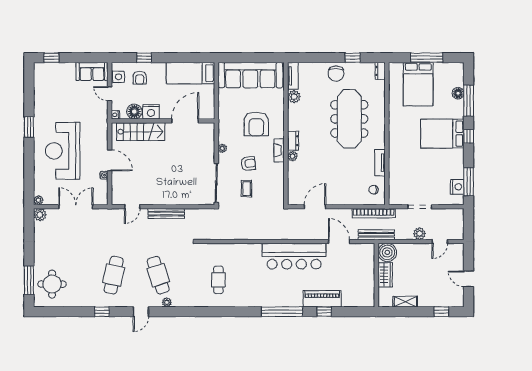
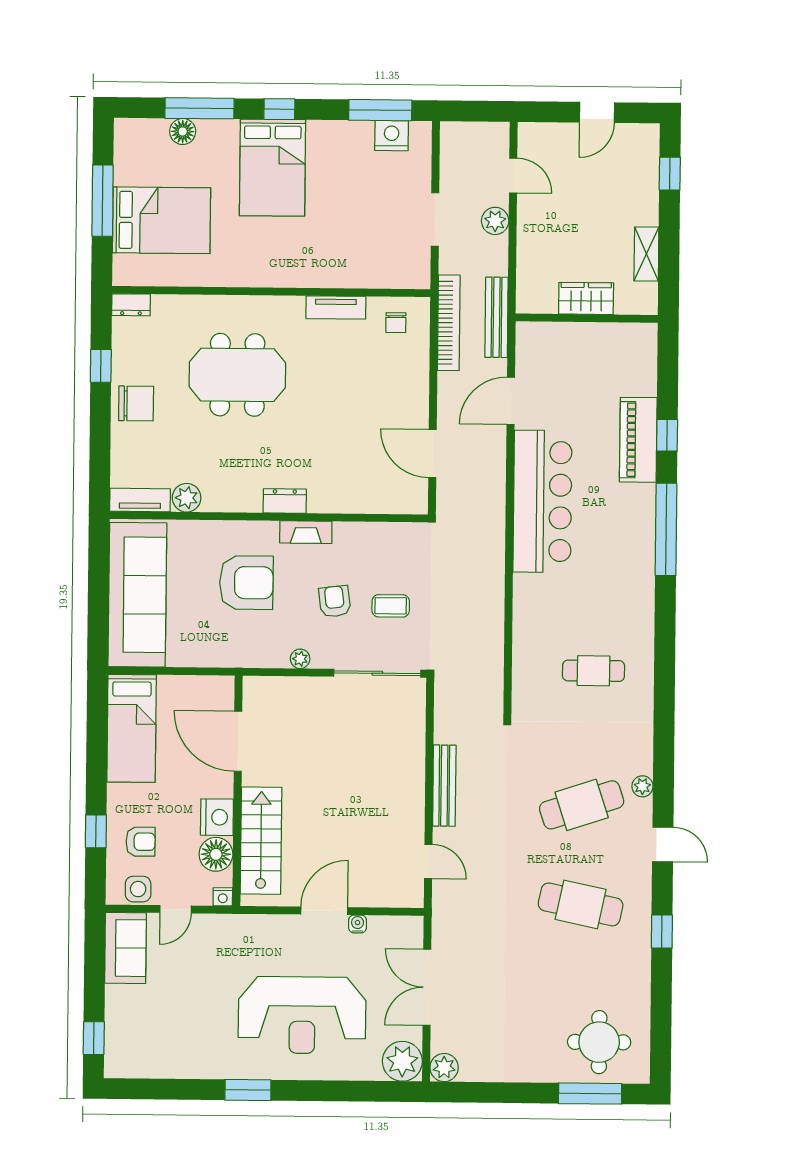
meeting table: (349, 119) -> (237, 375), width x0.73
plant: (293, 156) -> (319, 502), removed
plant: (38, 200) -> (402, 1061), width x1.87, depth x1.87
boiler: (387, 252) -> (536, 293), removed

